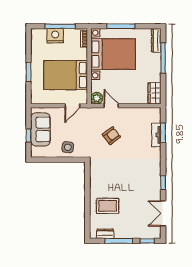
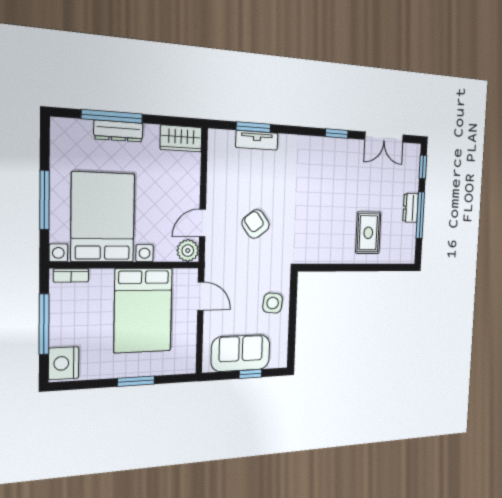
nightstand: (55, 36) -> (64, 363), moved
dresser: (156, 40) -> (118, 131), moved
dresser: (105, 234) -> (411, 208), moved

